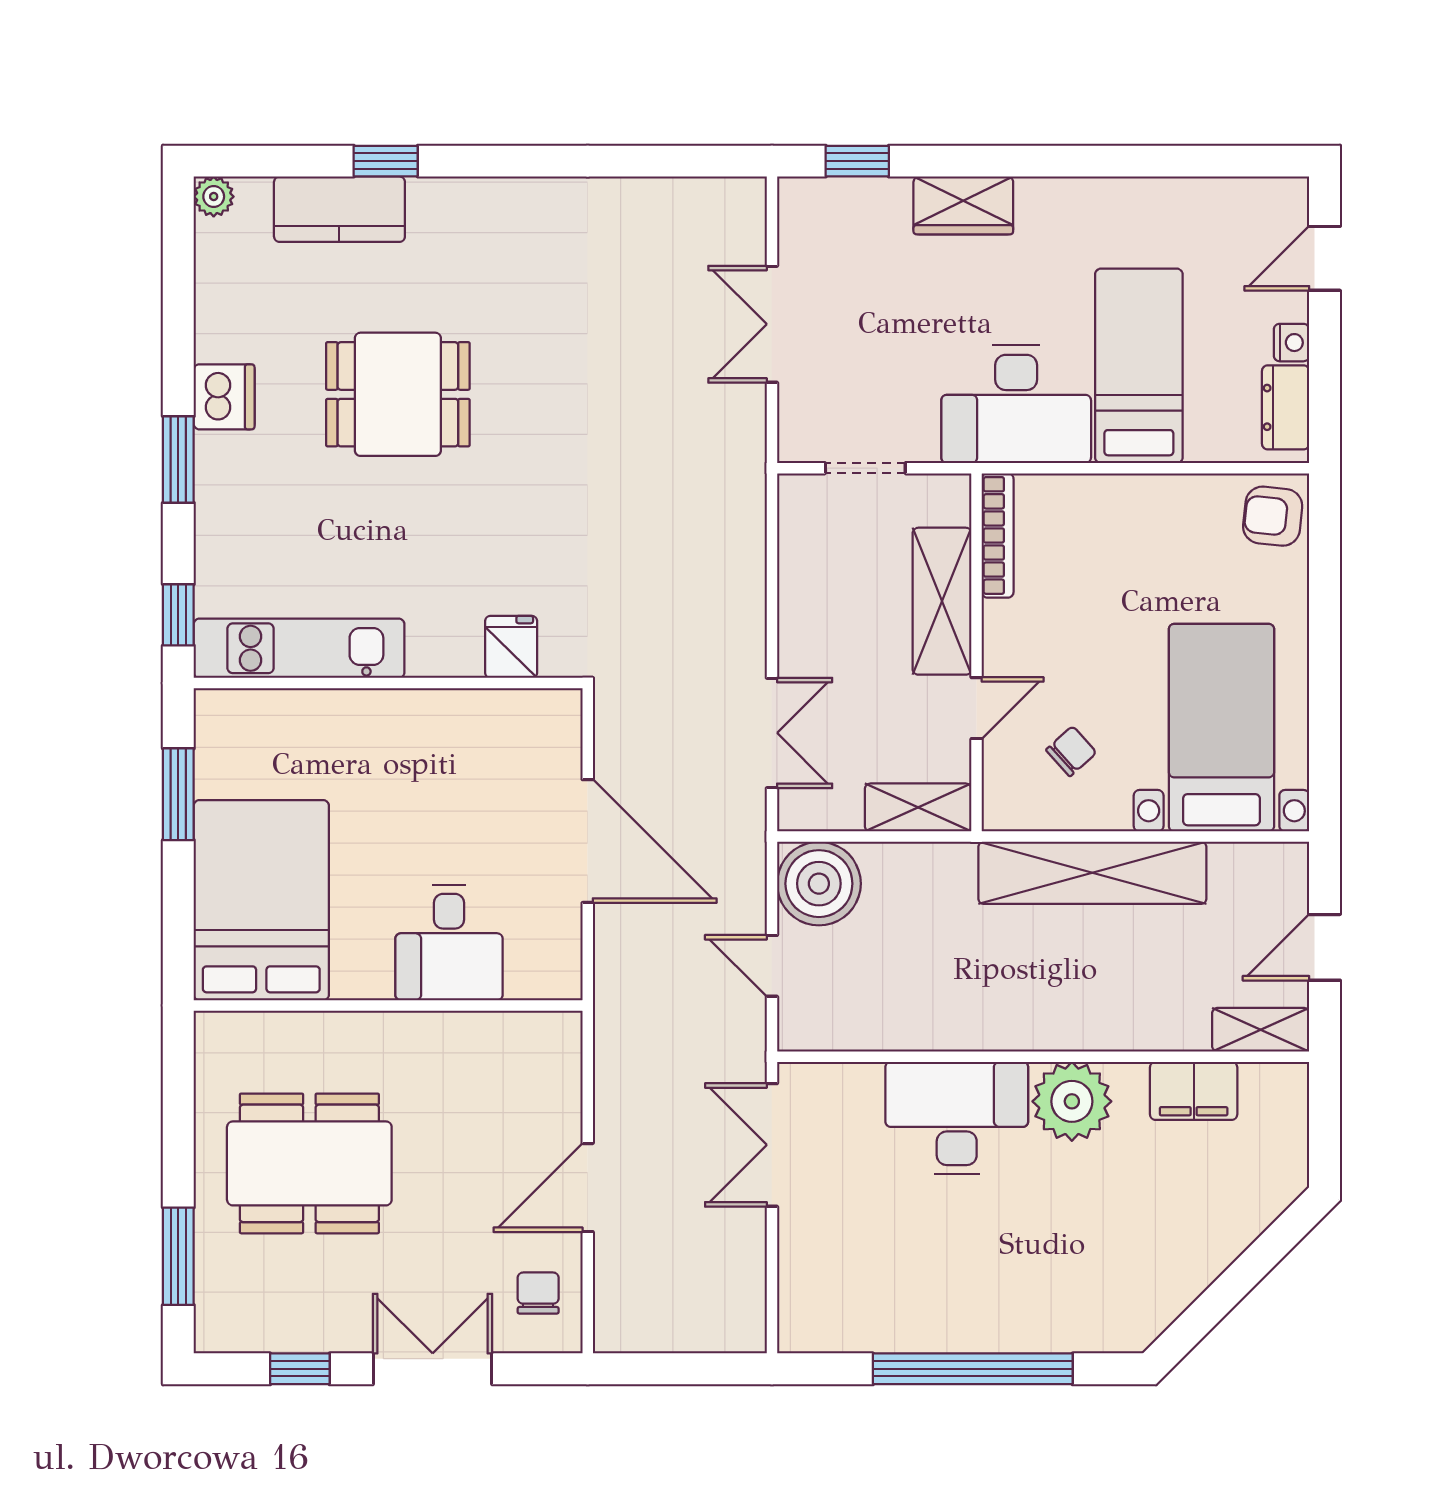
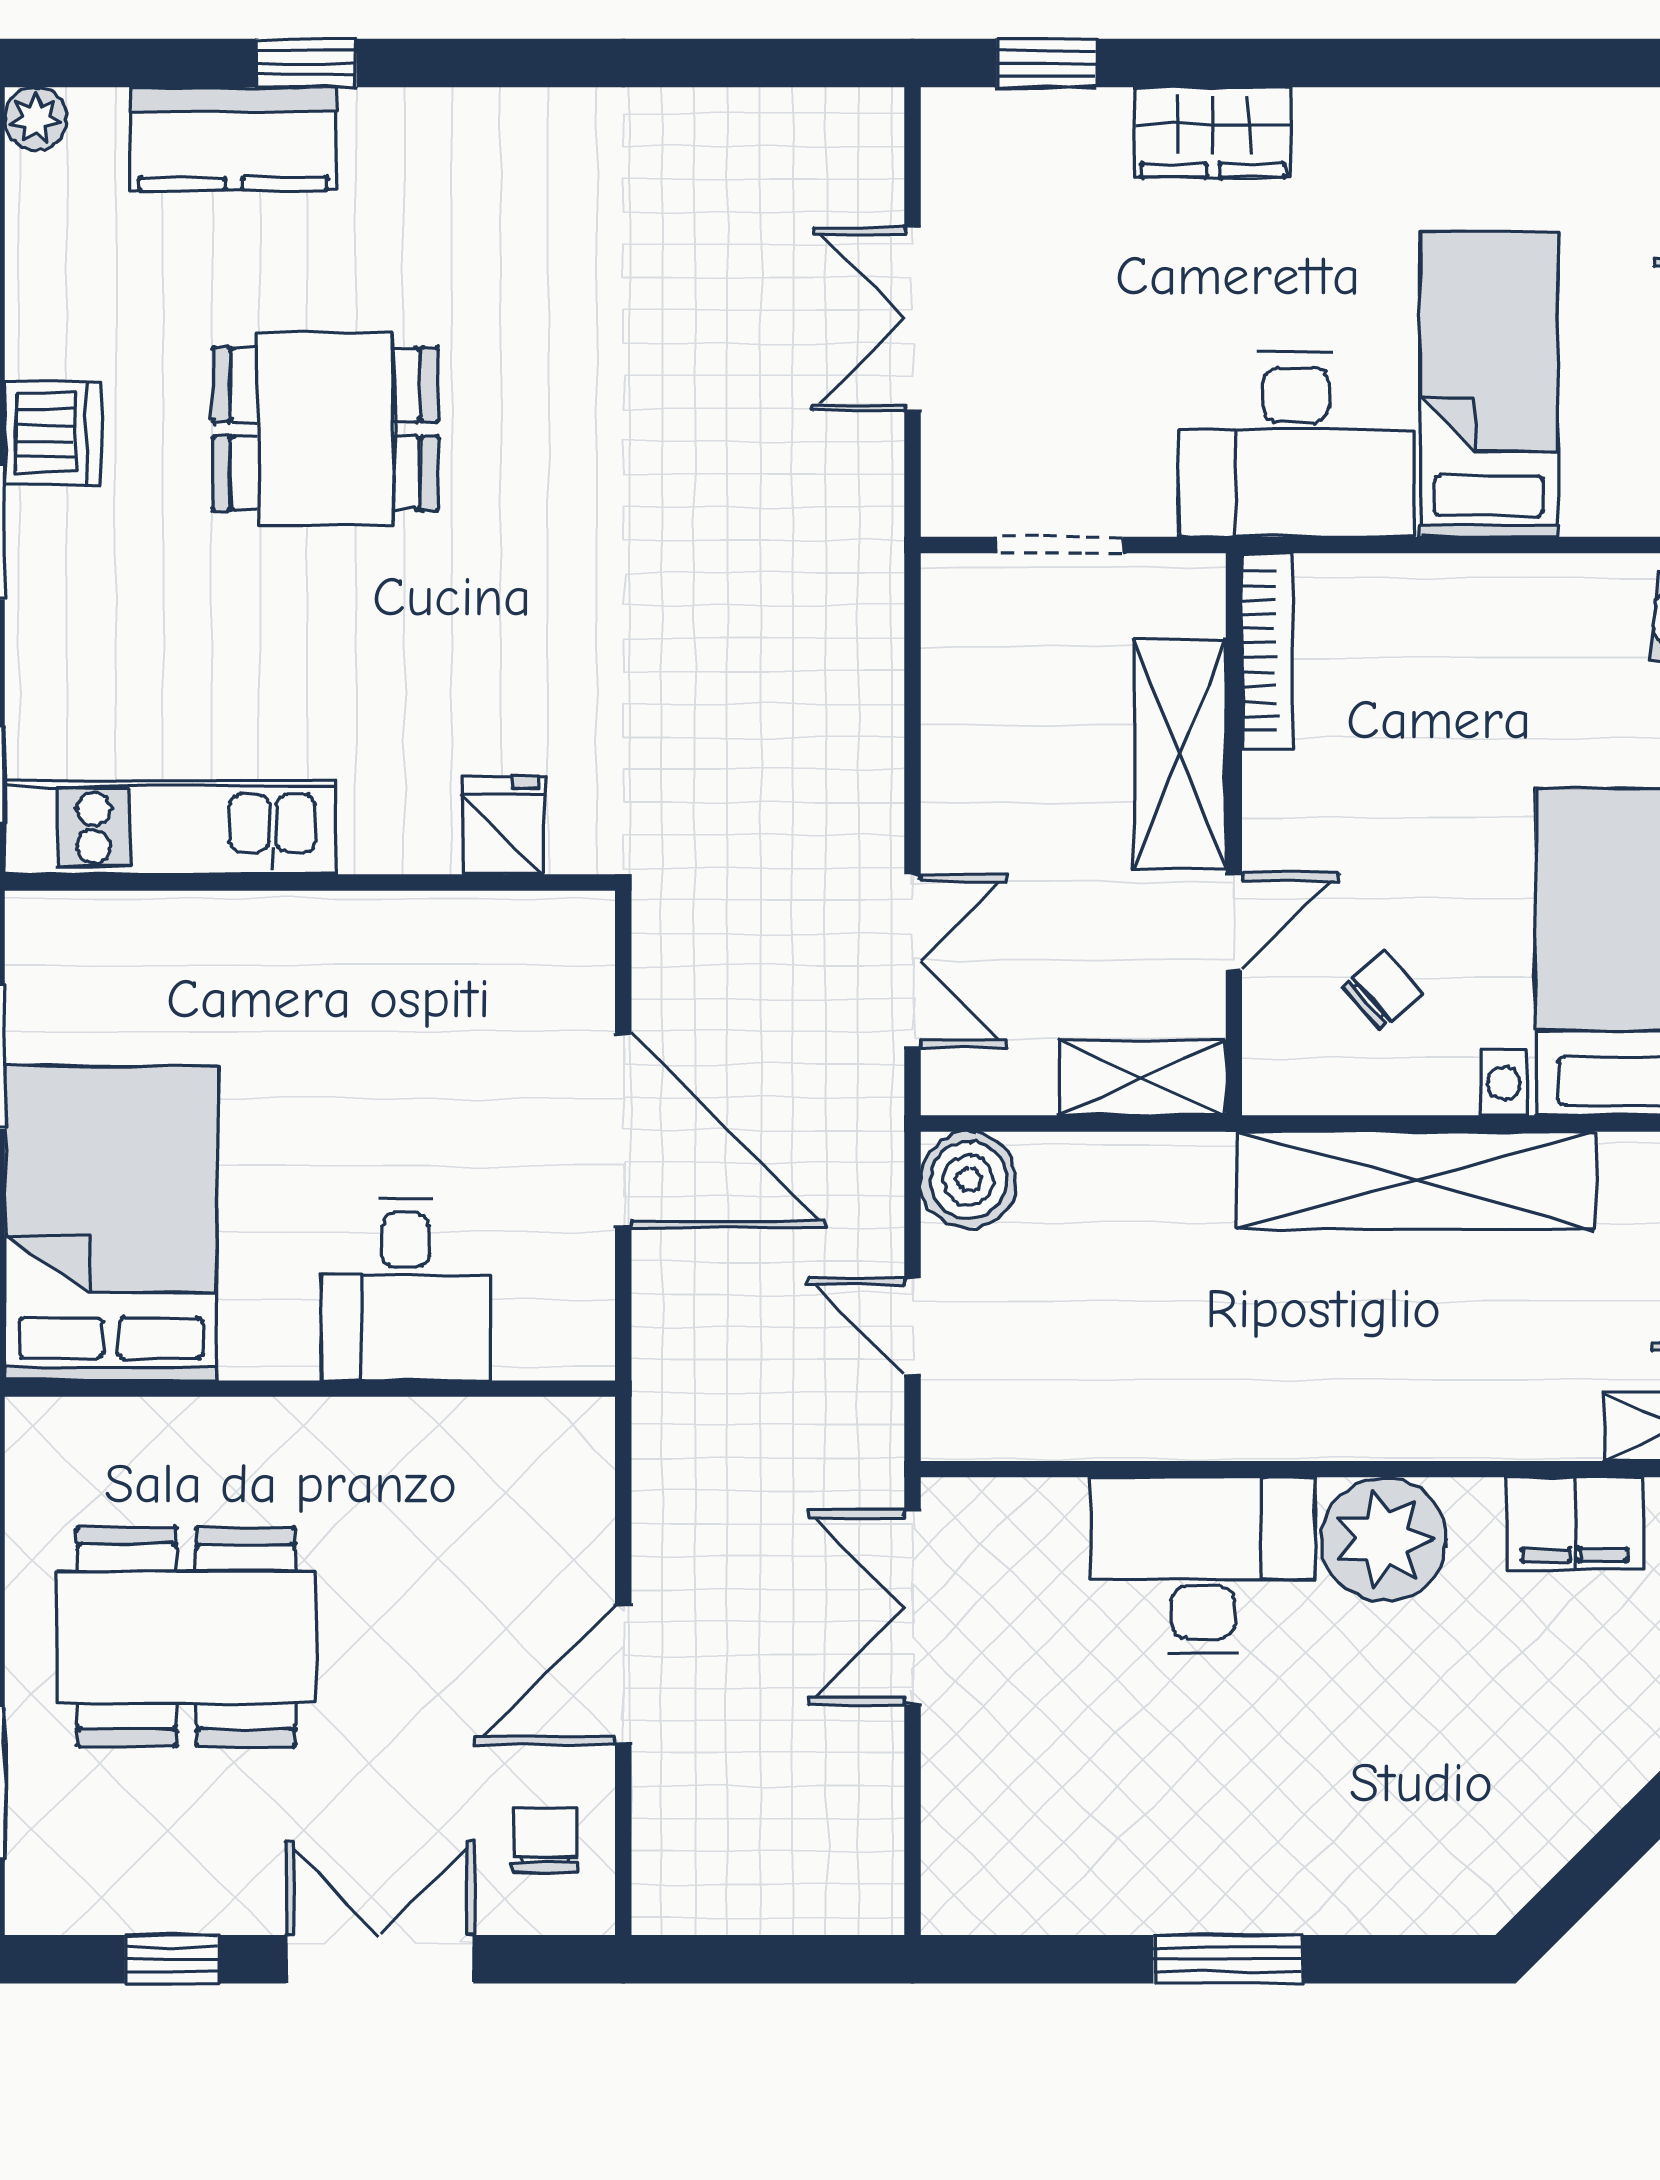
boiler: (819, 884) -> (969, 1180), width x0.73, depth x0.73
window: (973, 1369) -> (1228, 1959), width x0.47

